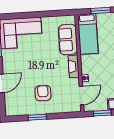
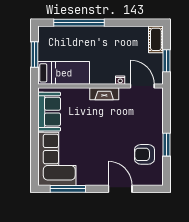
sofa: (68, 40) -> (49, 112), moved, turned -90
armchair: (43, 93) -> (145, 154), moved

